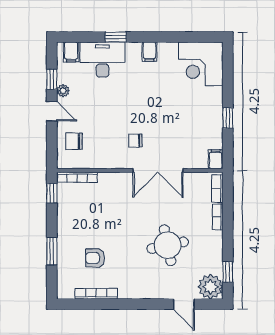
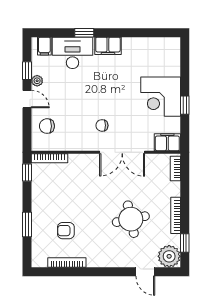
filing cabinet: (149, 52) -> (108, 46), width x2.00
corner desk: (201, 64) -> (161, 97), moved
filing cabinet: (216, 159) -> (167, 142), width x2.00
bookcase: (218, 217) -> (176, 215), moved, width x1.56

